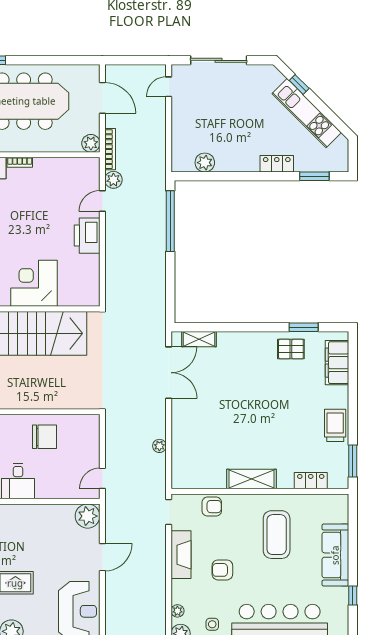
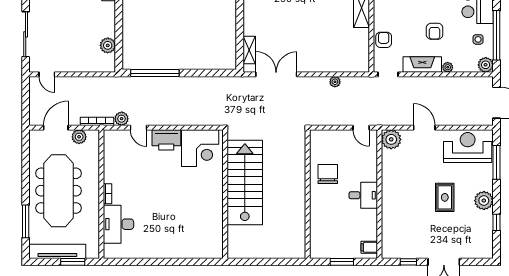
plant: (91, 143) -> (79, 137), moved
corner desk: (34, 283) -> (200, 148), moved, turned -90
plant: (177, 611) -> (448, 67), moved

